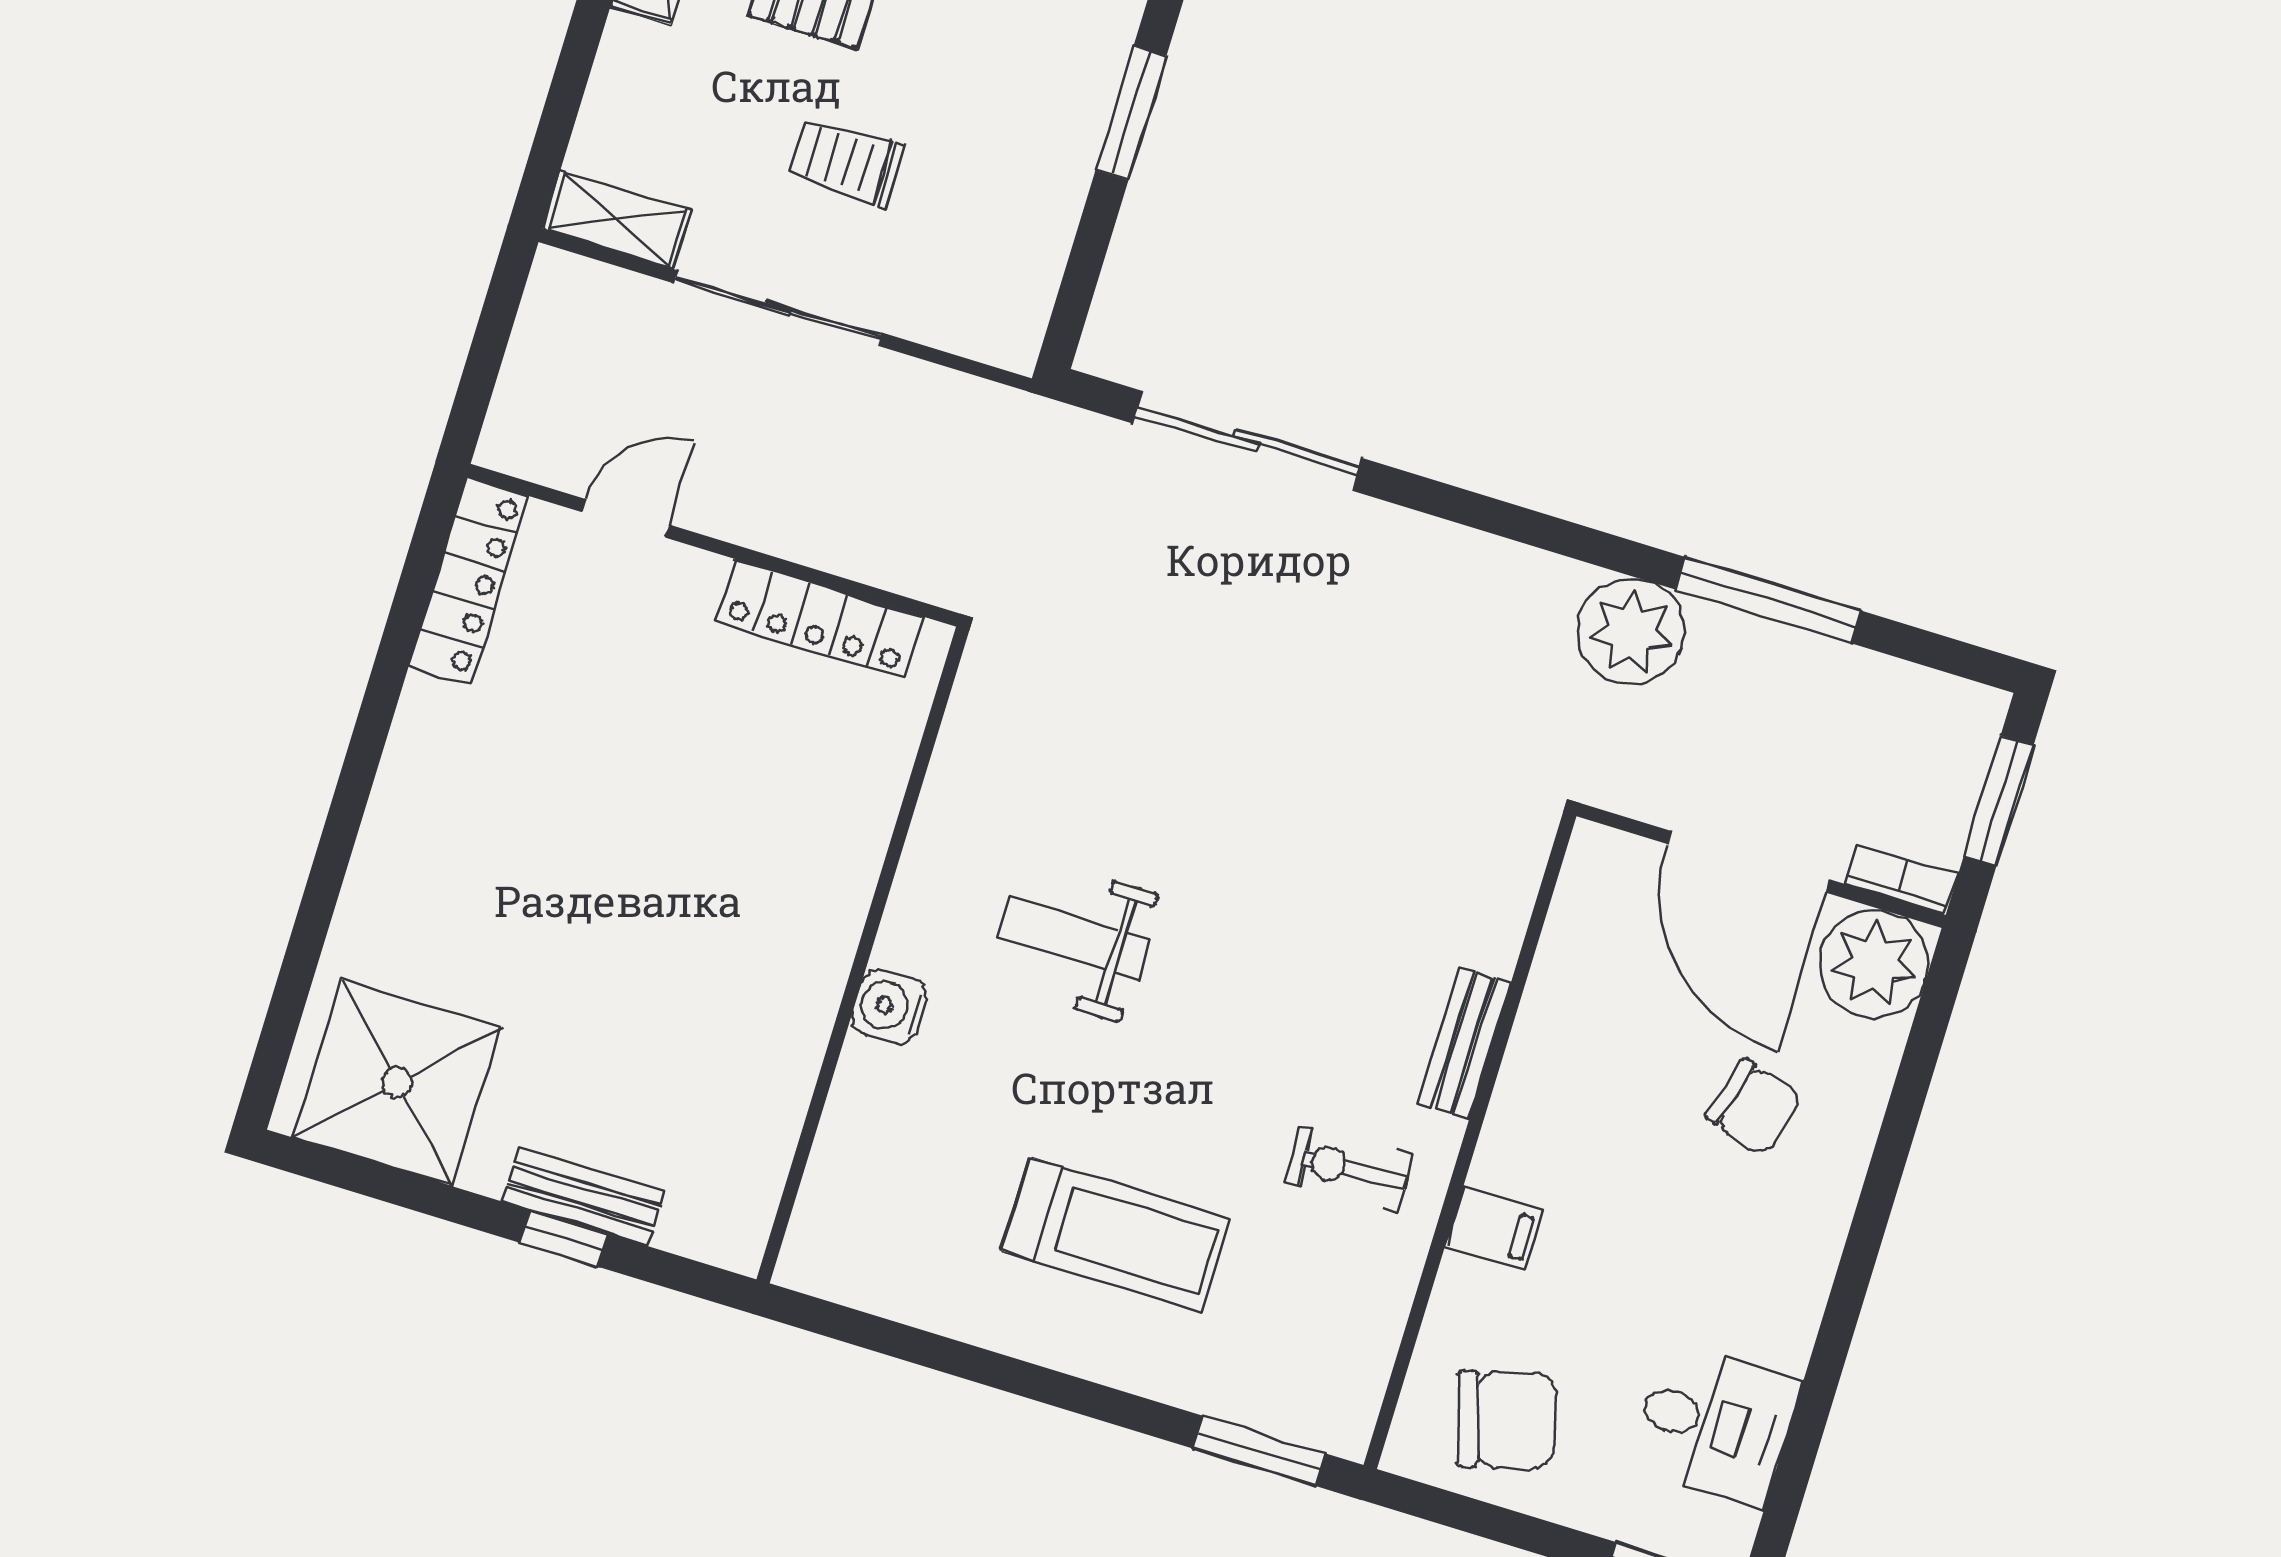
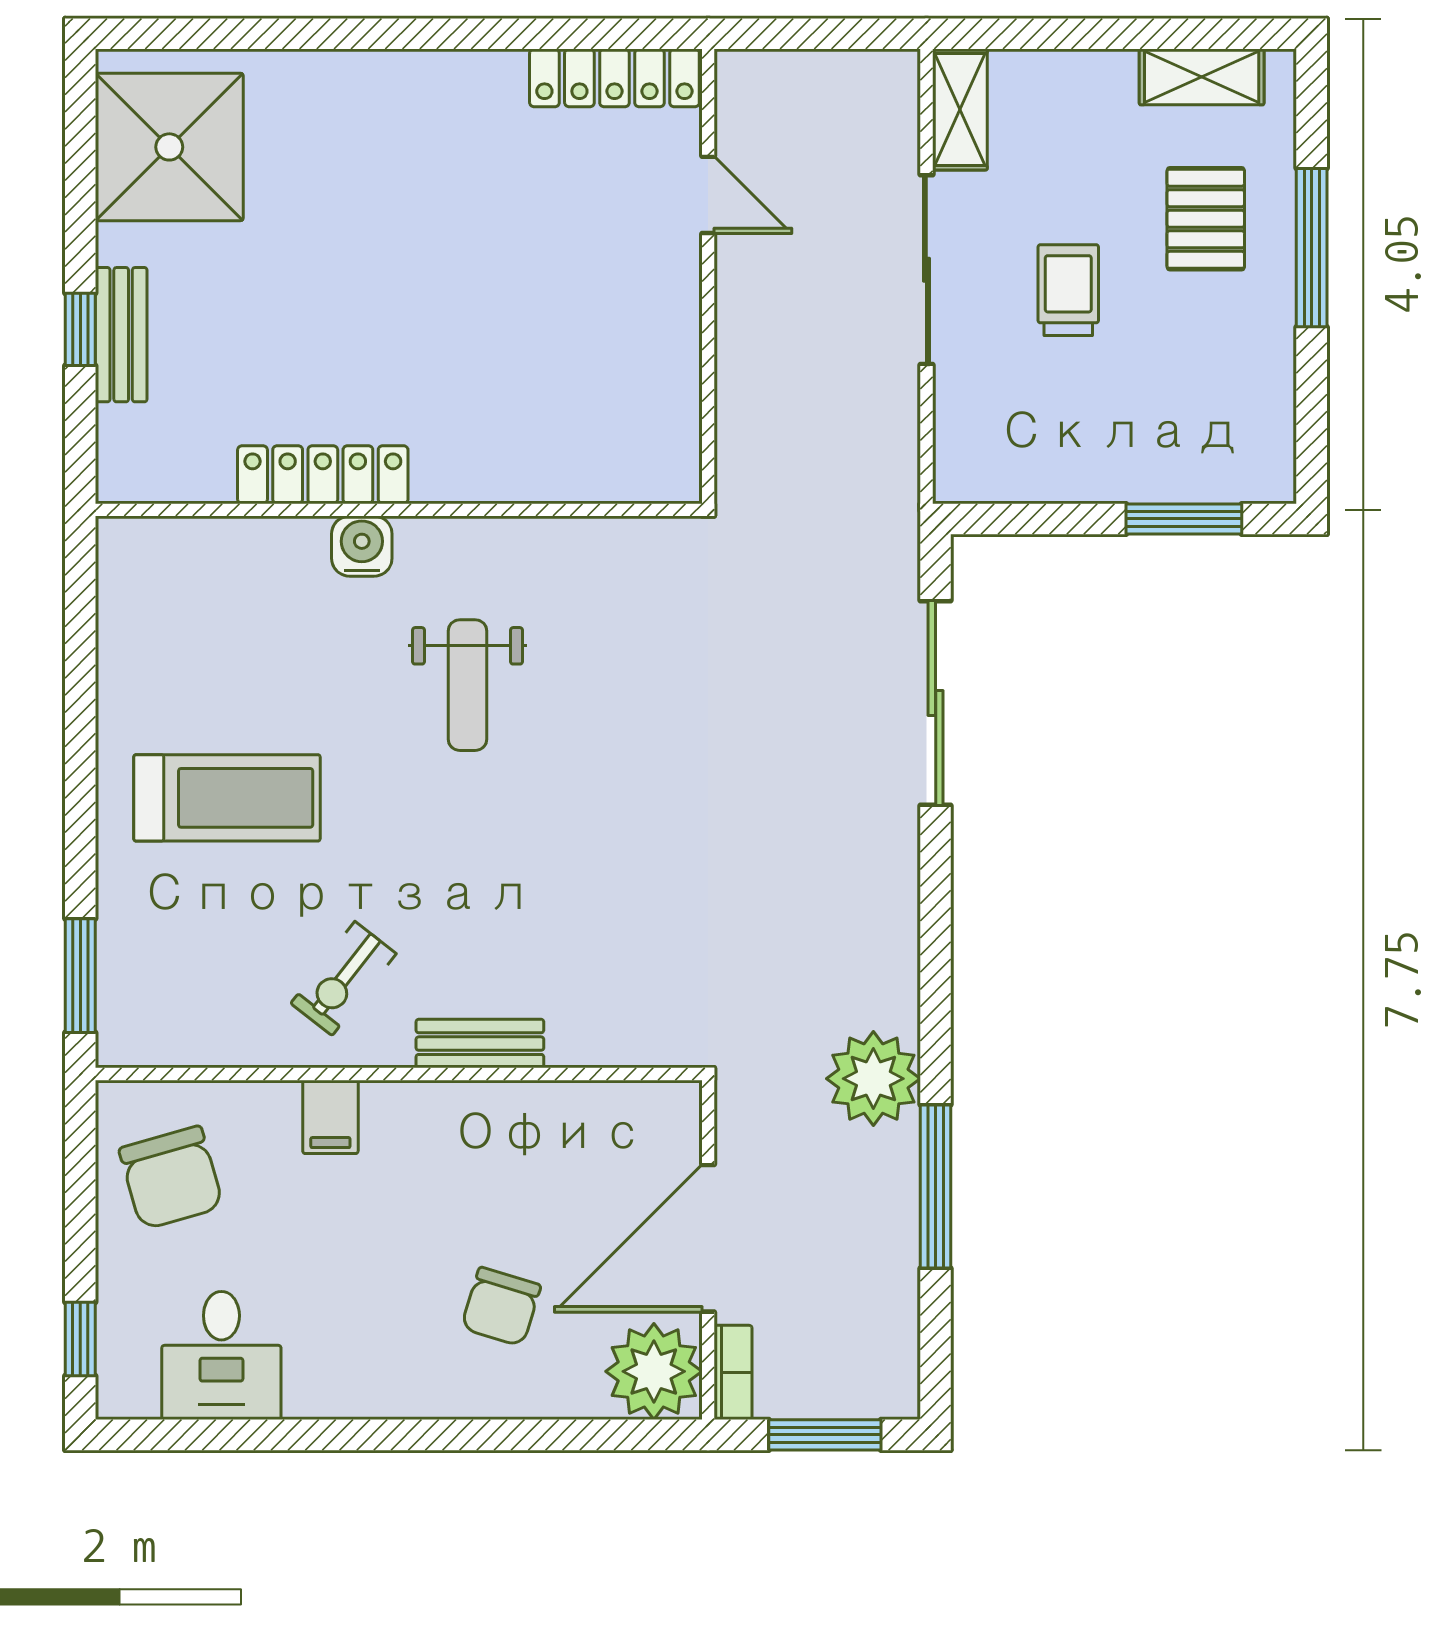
locker: (819, 619) -> (323, 475), moved, turned 90
weight bench: (1074, 939) -> (467, 685), turned 180
exercise bike: (1349, 1169) -> (343, 978), turned -139
treadmill: (1116, 1235) -> (227, 798), turned -90

